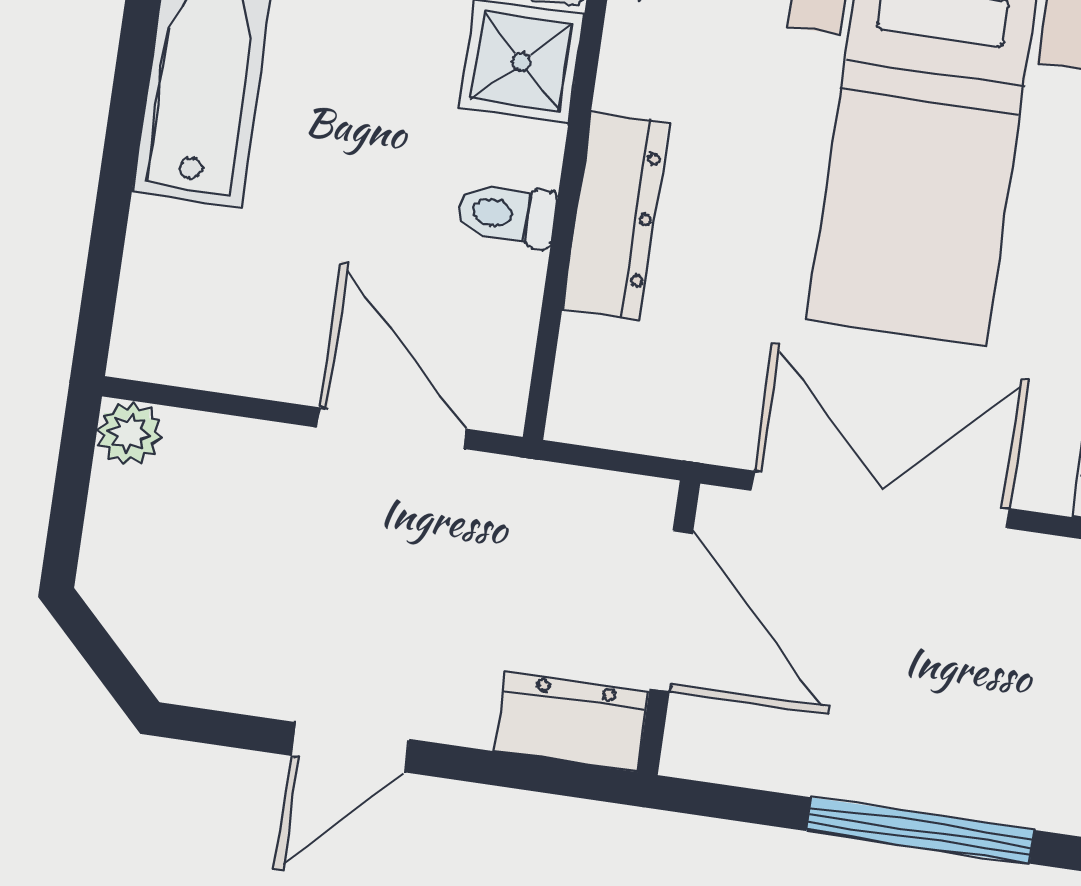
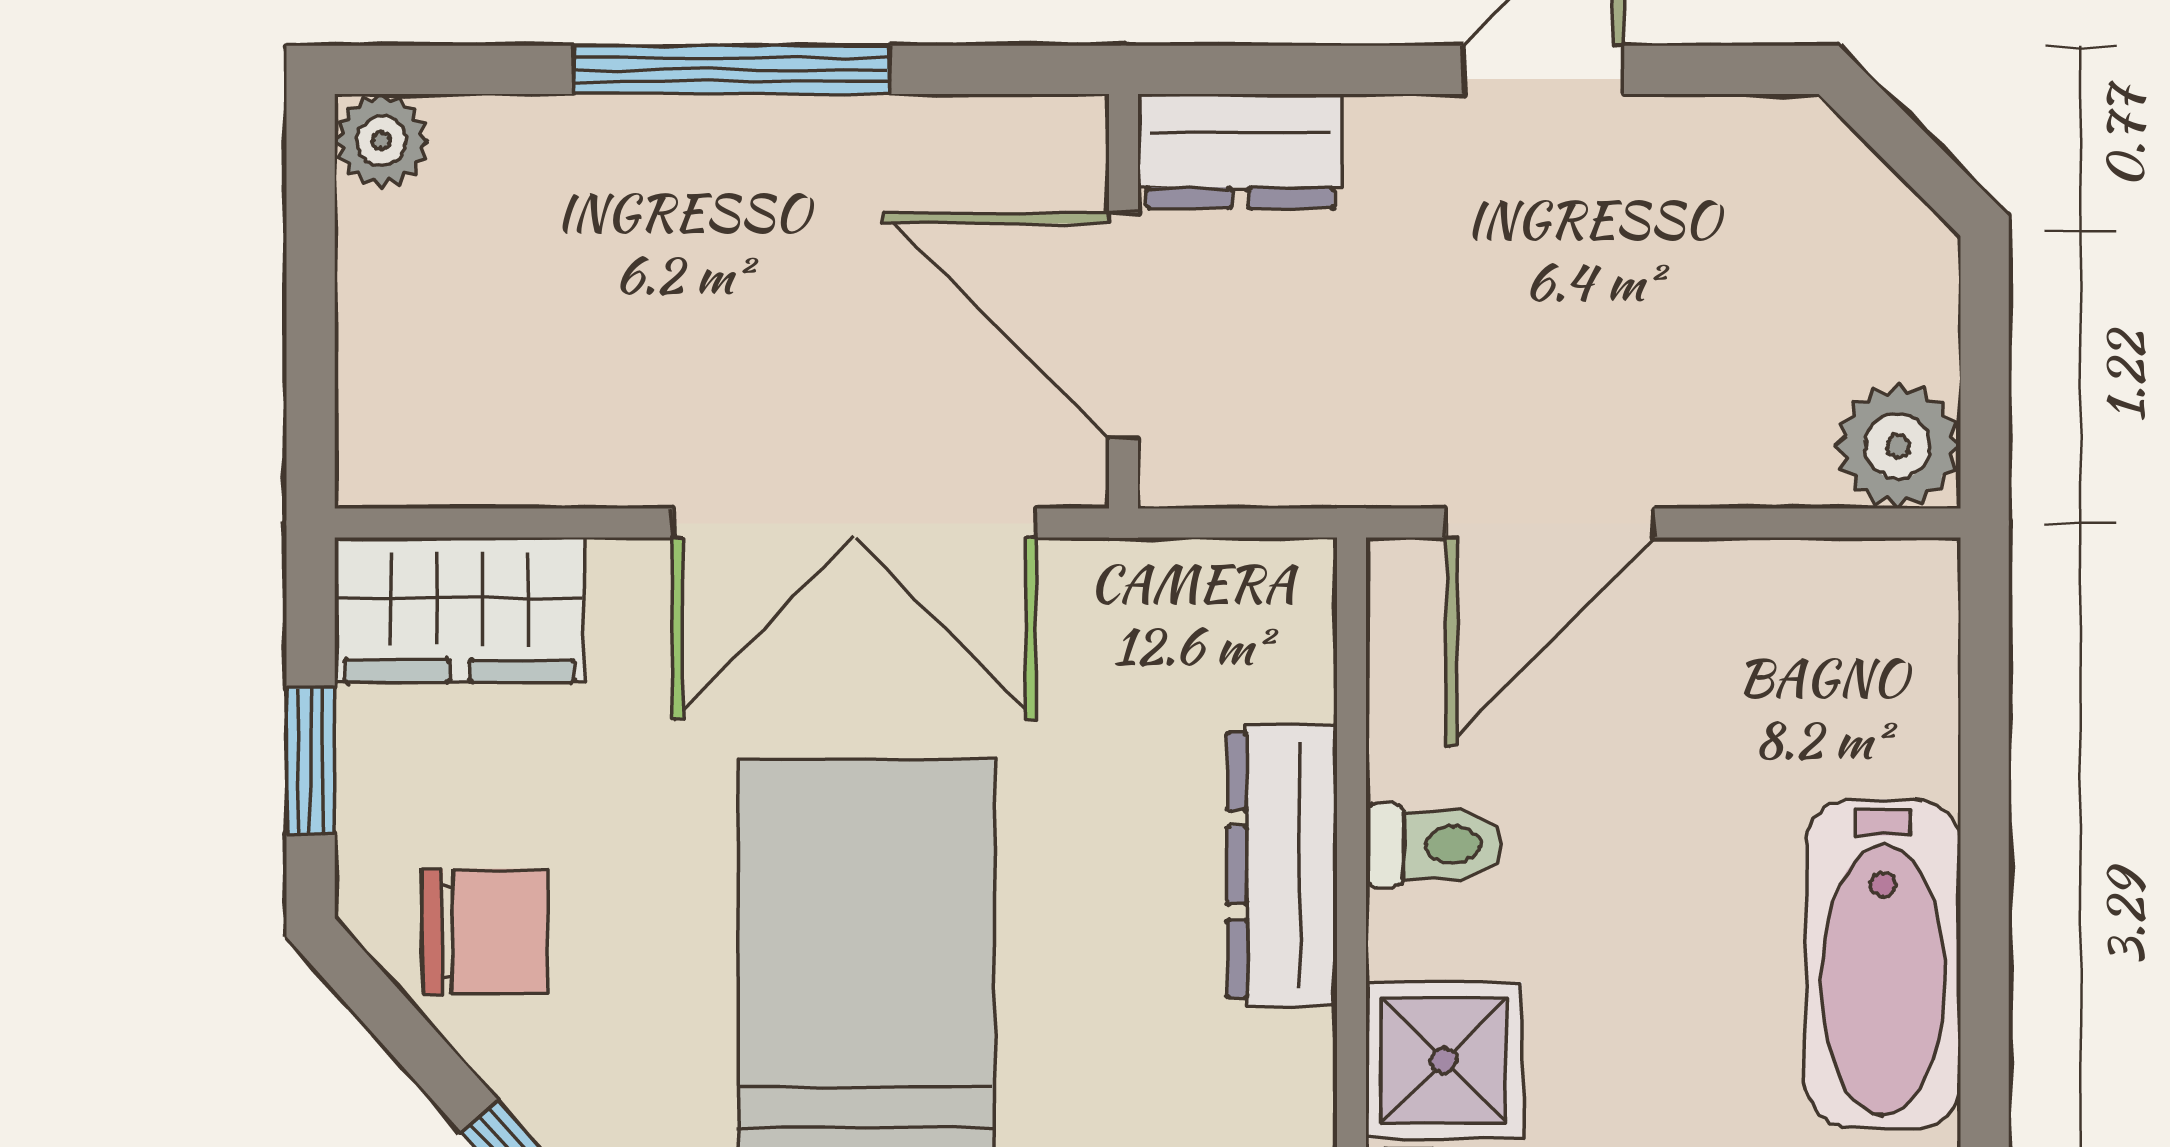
door: (392, 428) -> (1550, 523), hinge flipped
plant: (129, 433) -> (1898, 446), width x1.38, depth x1.38

